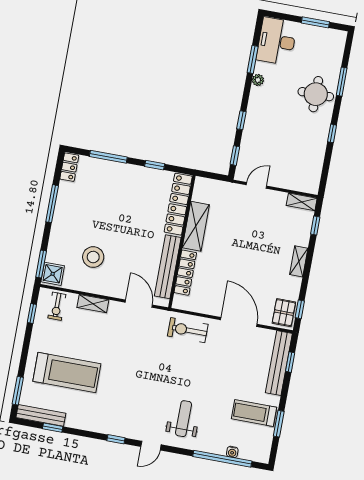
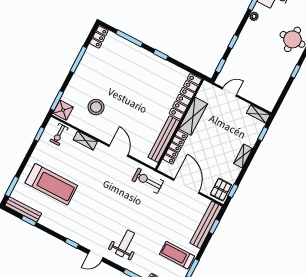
locker: (178, 204) -> (185, 96), moved
shelving: (196, 226) -> (193, 116), moved
wall: (182, 242) -> (180, 124), moved
bench: (168, 267) -> (164, 139), moved
locker: (185, 273) -> (175, 147), moved

